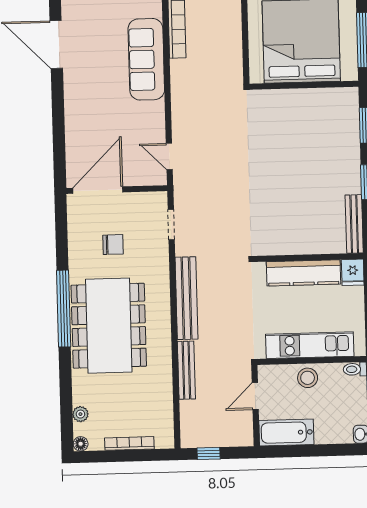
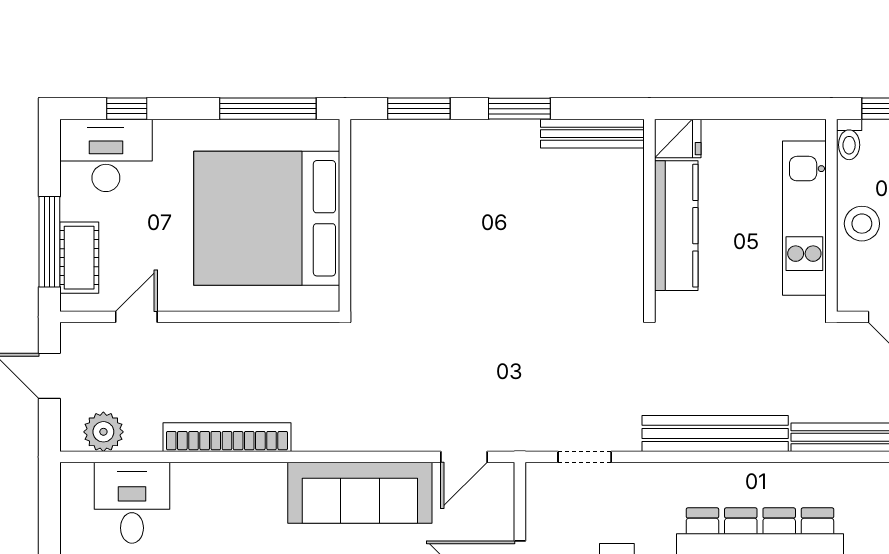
sofa: (146, 59) -> (360, 493), moved

